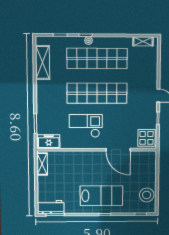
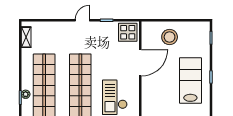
stool: (147, 195) -> (170, 37), moved

